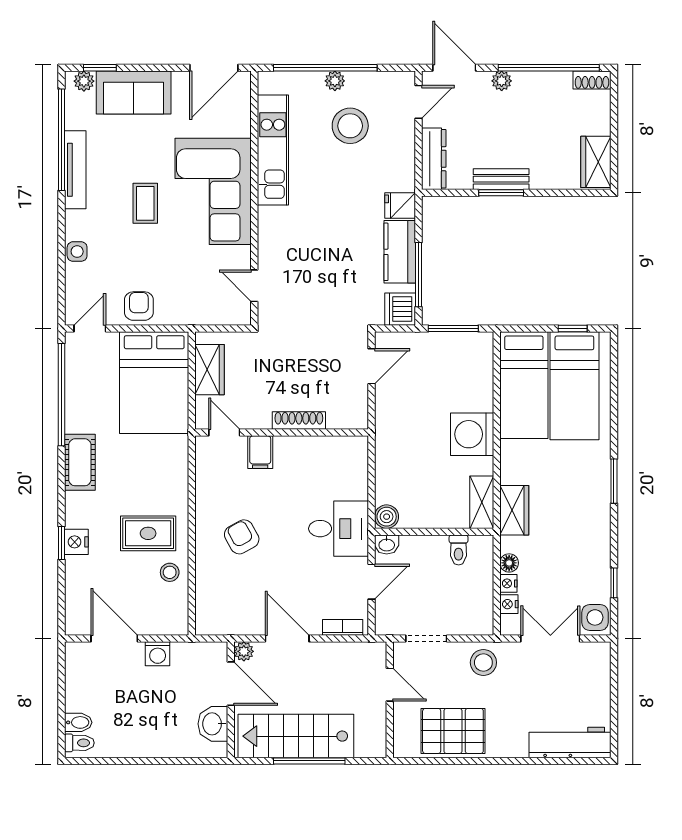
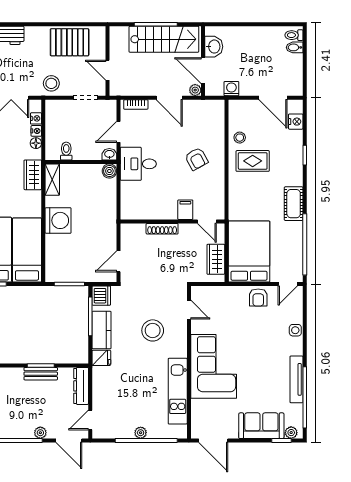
door: (214, 68) -> (213, 441), swing flipped
stool: (350, 126) -> (153, 330), moved
coffee table: (145, 203) -> (254, 359), removed
nightstand: (76, 542) -> (296, 122), moved
washing machine: (158, 654) -> (231, 89), moved

